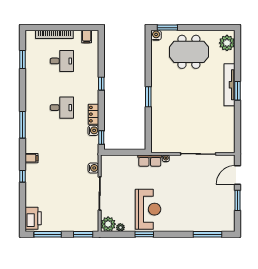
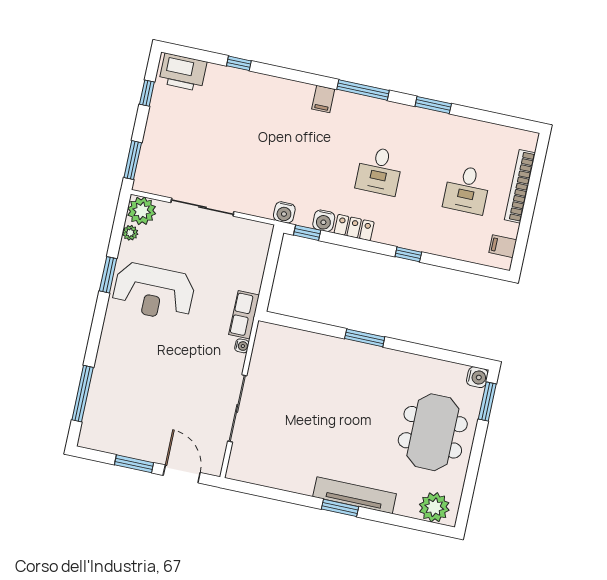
window: (22, 60) -> (433, 105), moved
filing cabinet: (31, 158) -> (323, 99), moved
water cooler: (93, 168) -> (284, 212), moved
window: (22, 176) -> (239, 63), moved
window: (48, 234) -> (147, 93), width x0.46

